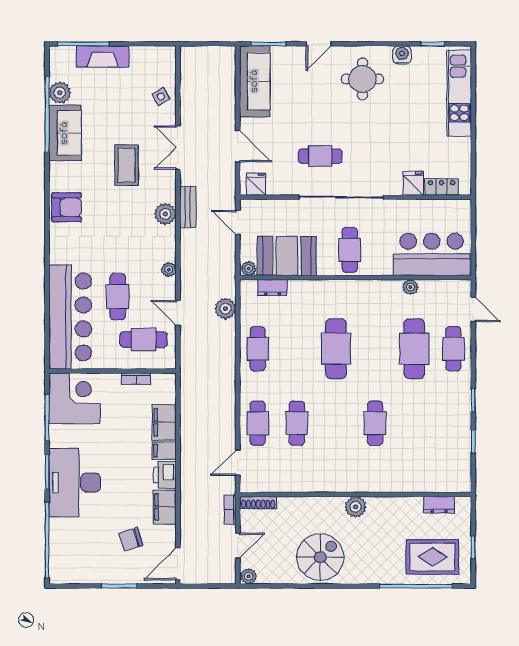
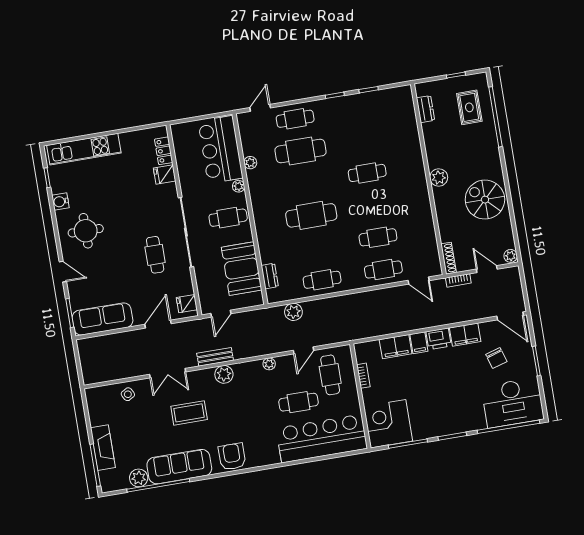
sofa: (65, 133) -> (179, 467), width x1.36
plant: (249, 268) -> (239, 186), moved
desk: (75, 483) -> (513, 403), moved
rug: (432, 557) -> (469, 107), width x0.73, depth x0.70

